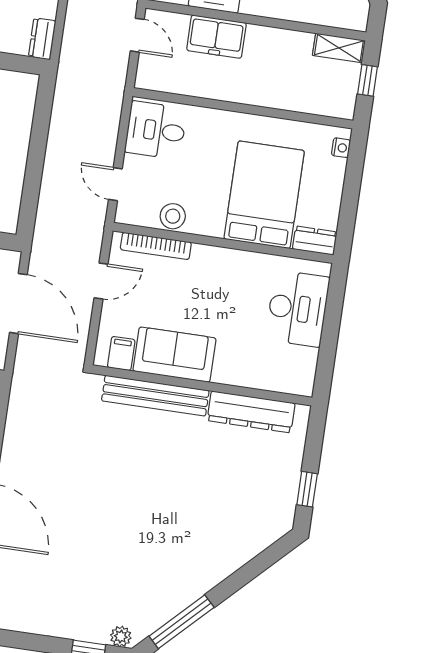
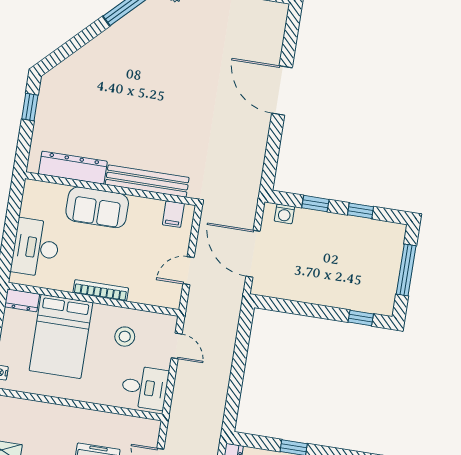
stool: (173, 216) -> (125, 337), moved
bookcase: (156, 246) -> (101, 290), moved
sofa: (174, 355) -> (97, 207), moved

